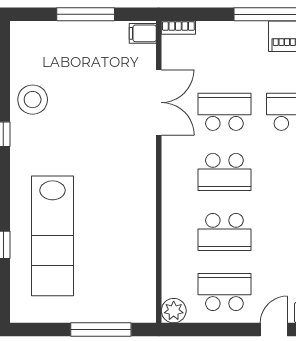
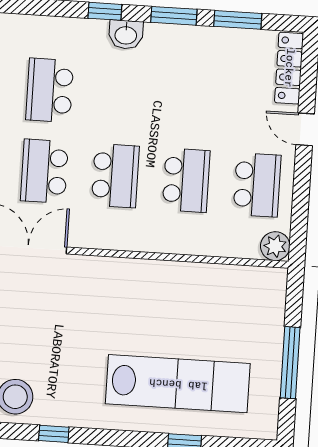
school desk: (224, 292) -> (257, 185), turned 180
window: (101, 330) -> (290, 363), moved

